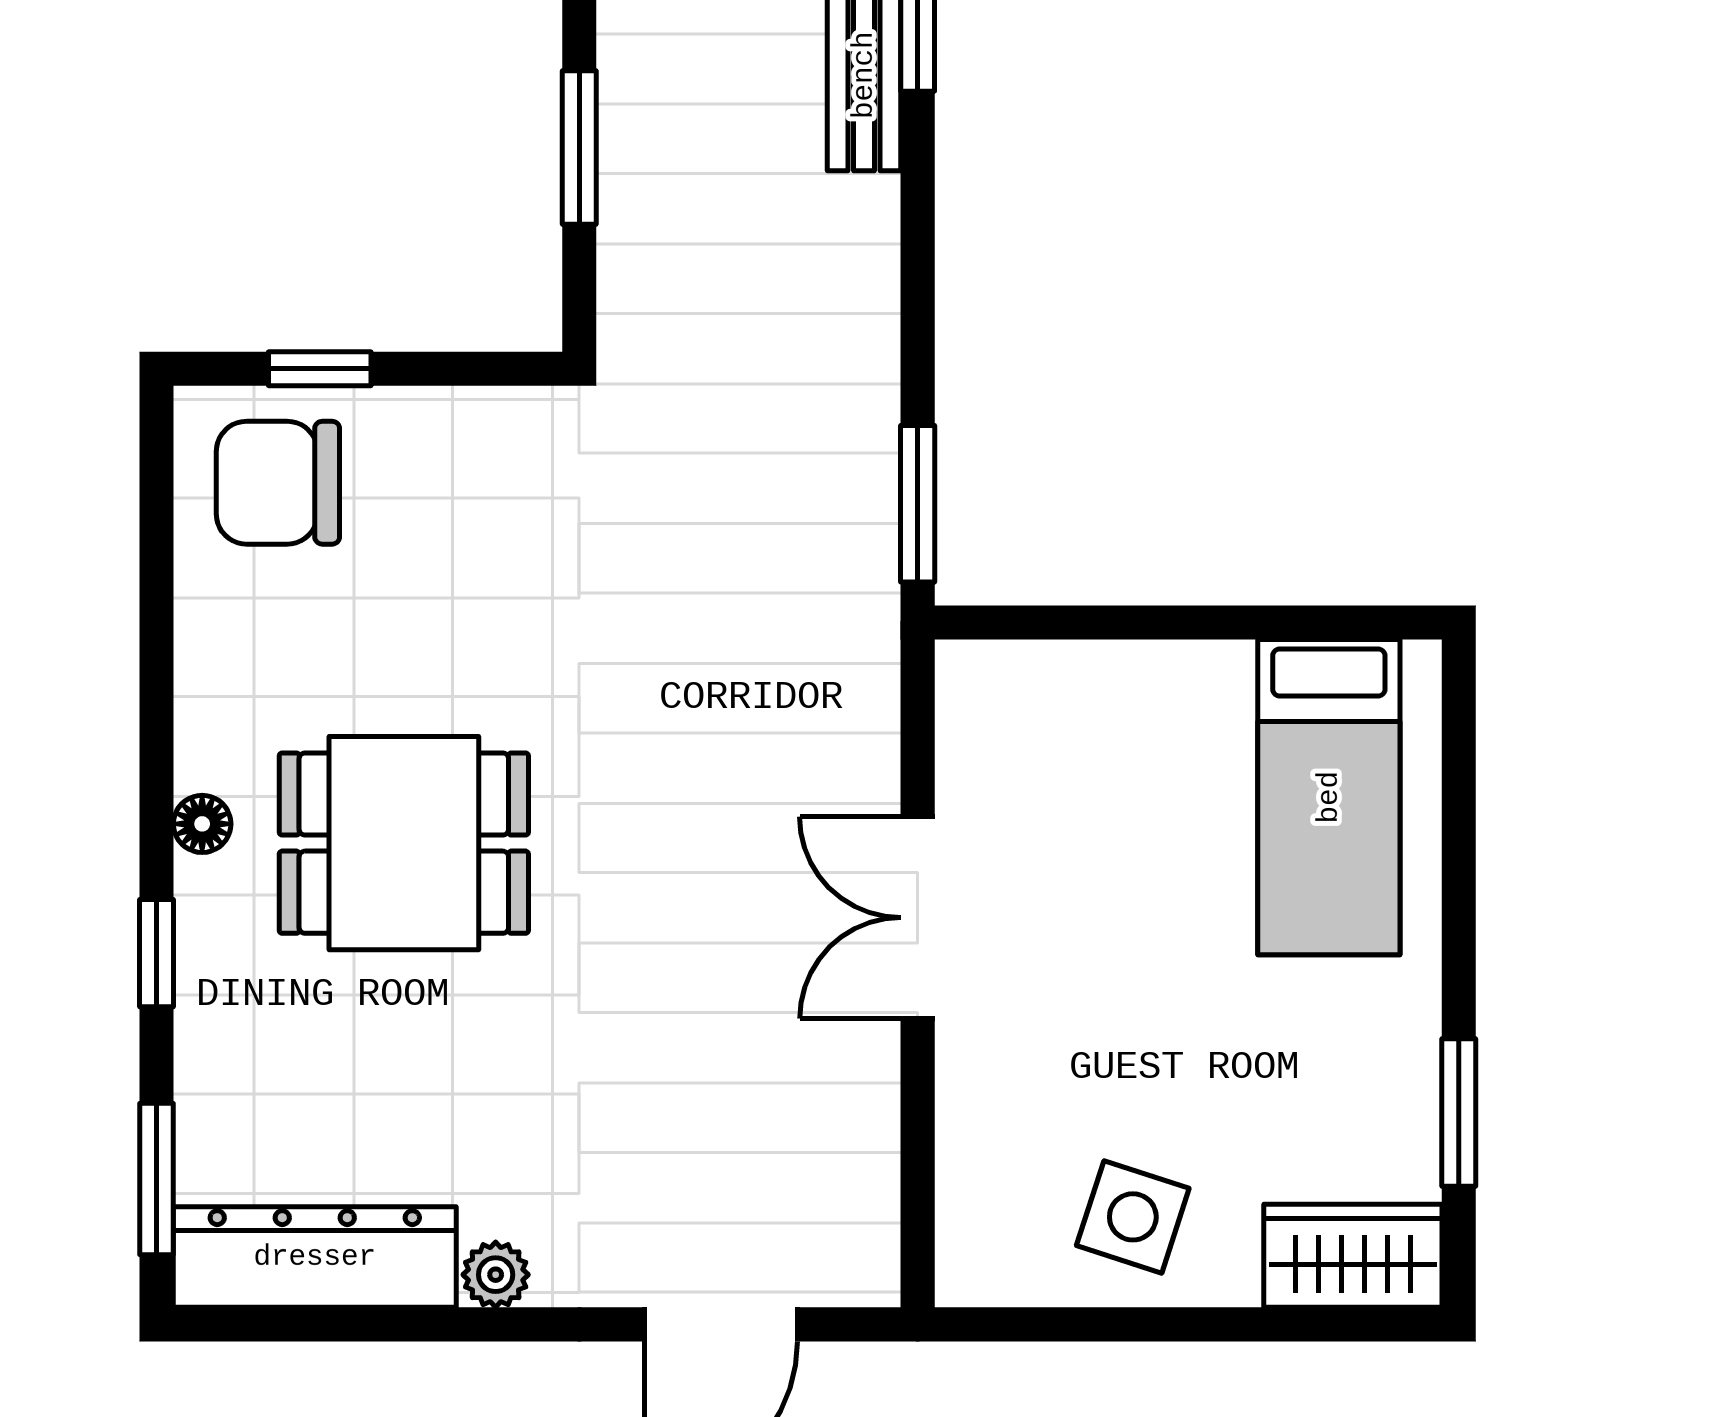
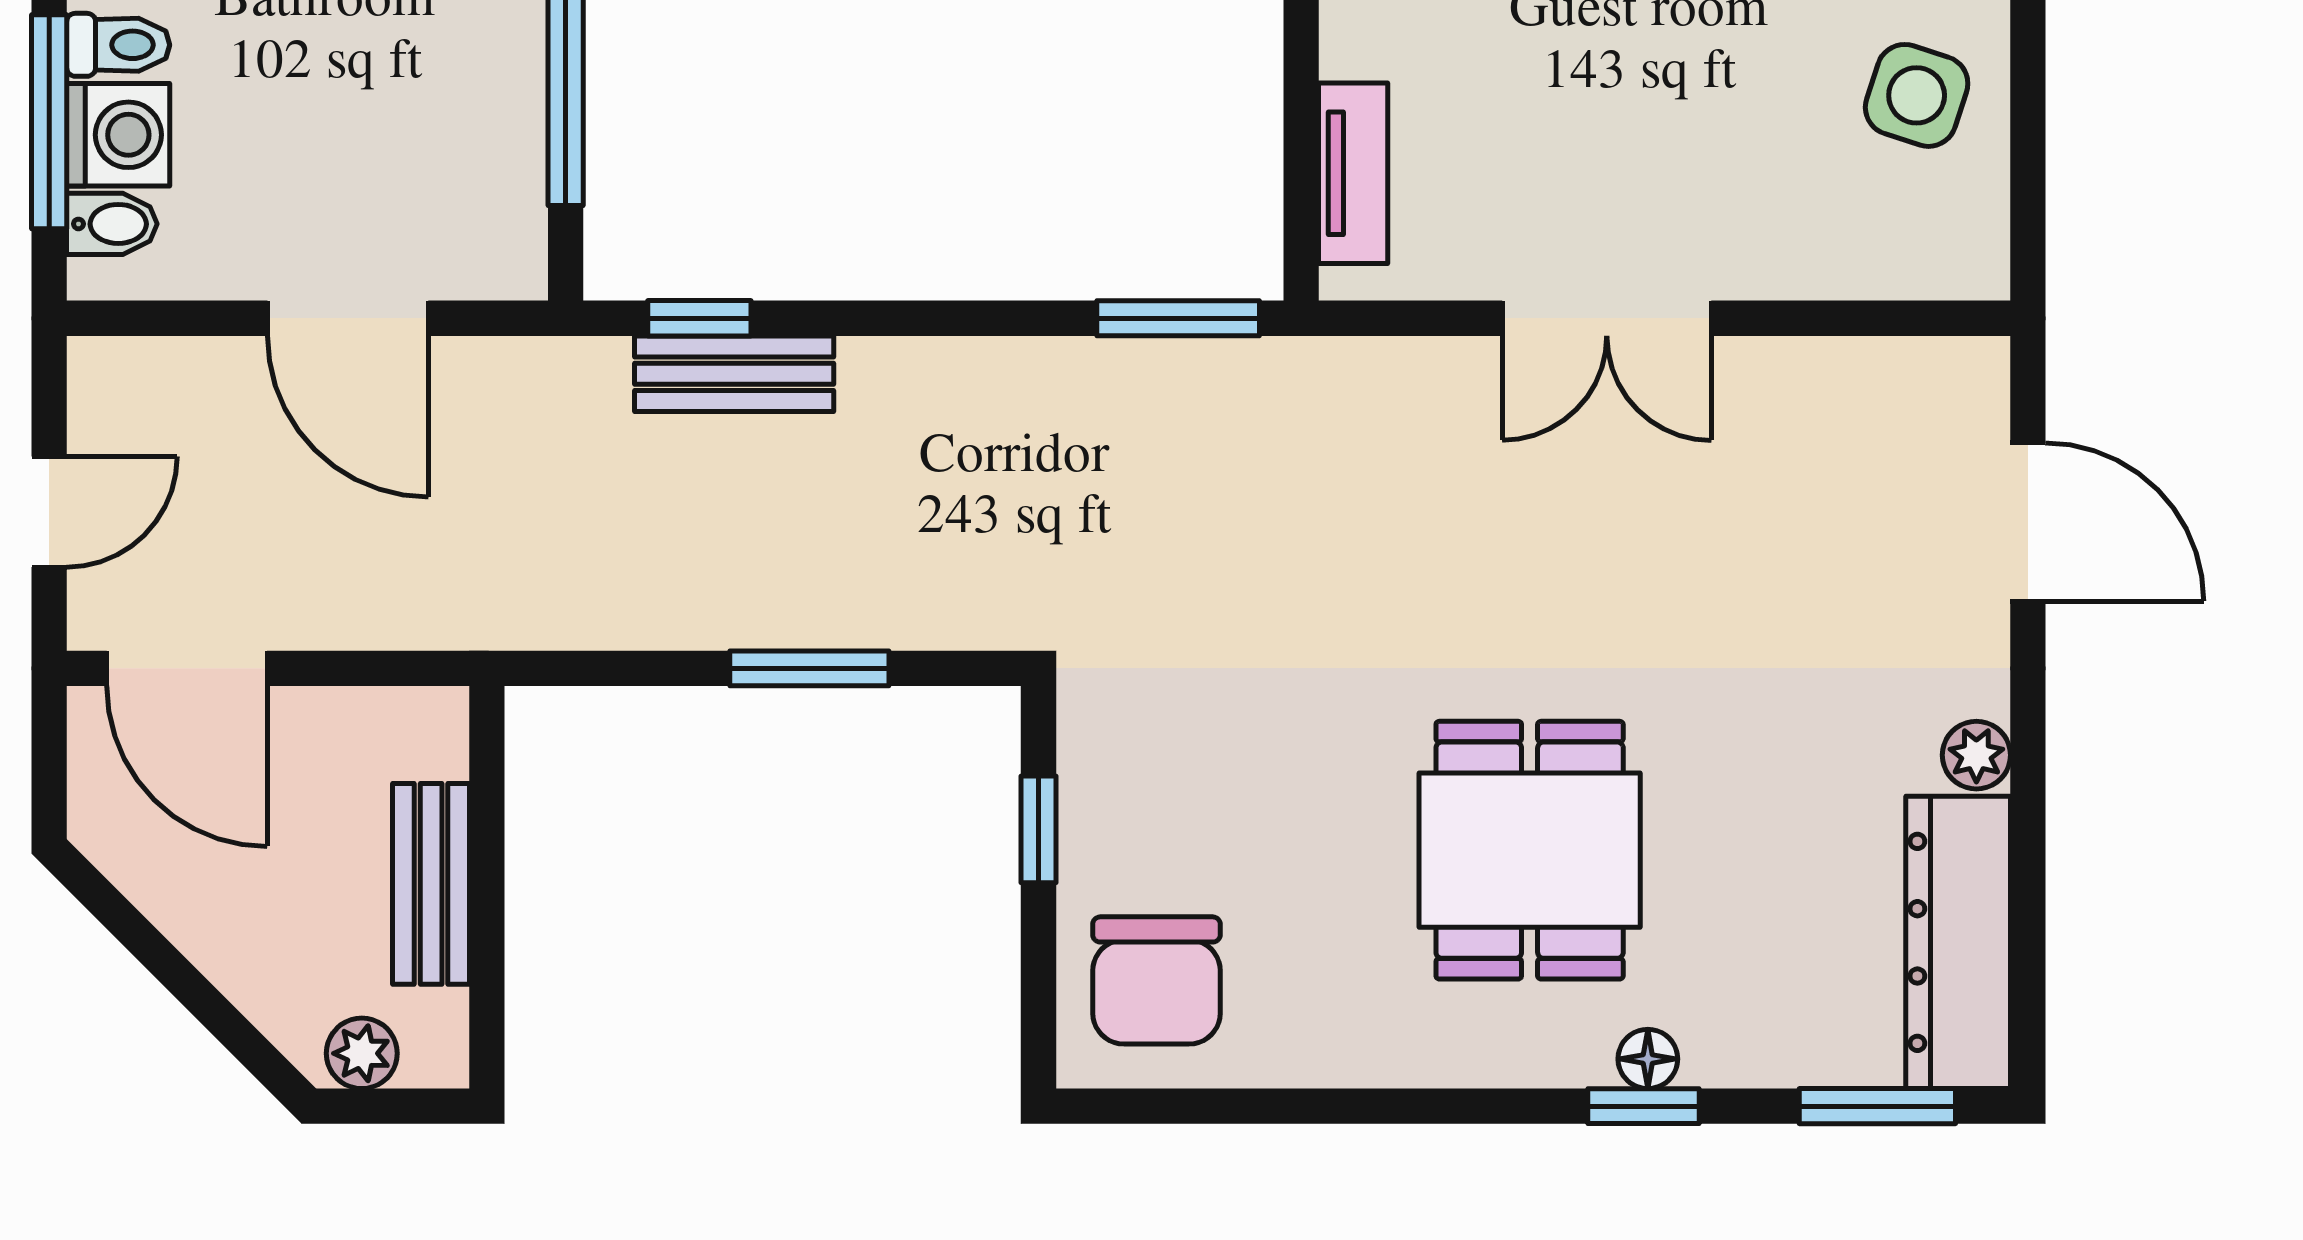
window: (320, 369) -> (1038, 829), moved
tv unit: (1058, 673) -> (1353, 173), added
floor lamp: (202, 824) -> (1648, 1059), moved

